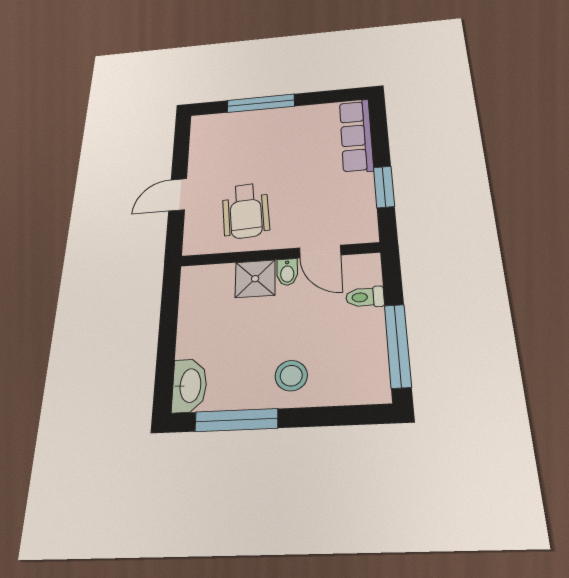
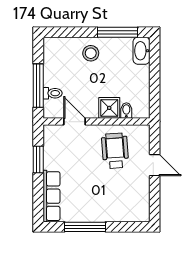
window: (261, 103) -> (85, 227), moved
door: (178, 195) -> (155, 165), hinge flipped
bidet: (287, 272) -> (126, 111), moved
window: (398, 345) -> (38, 86), moved

